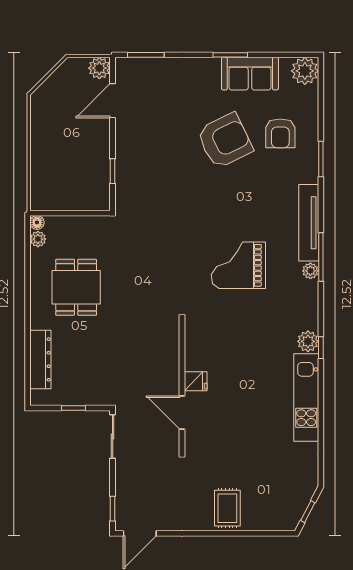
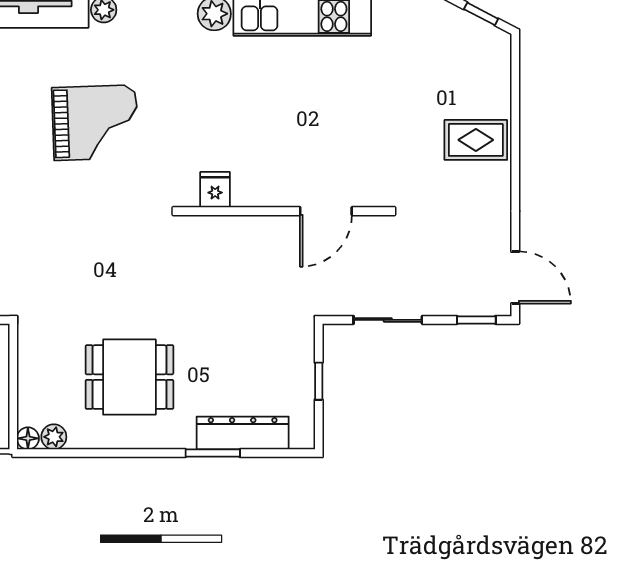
grand piano: (238, 265) -> (95, 123), turned -92
window: (28, 340) -> (213, 453), added
fridge: (196, 381) -> (215, 190), moved
sliding door: (113, 437) -> (388, 320), moved

